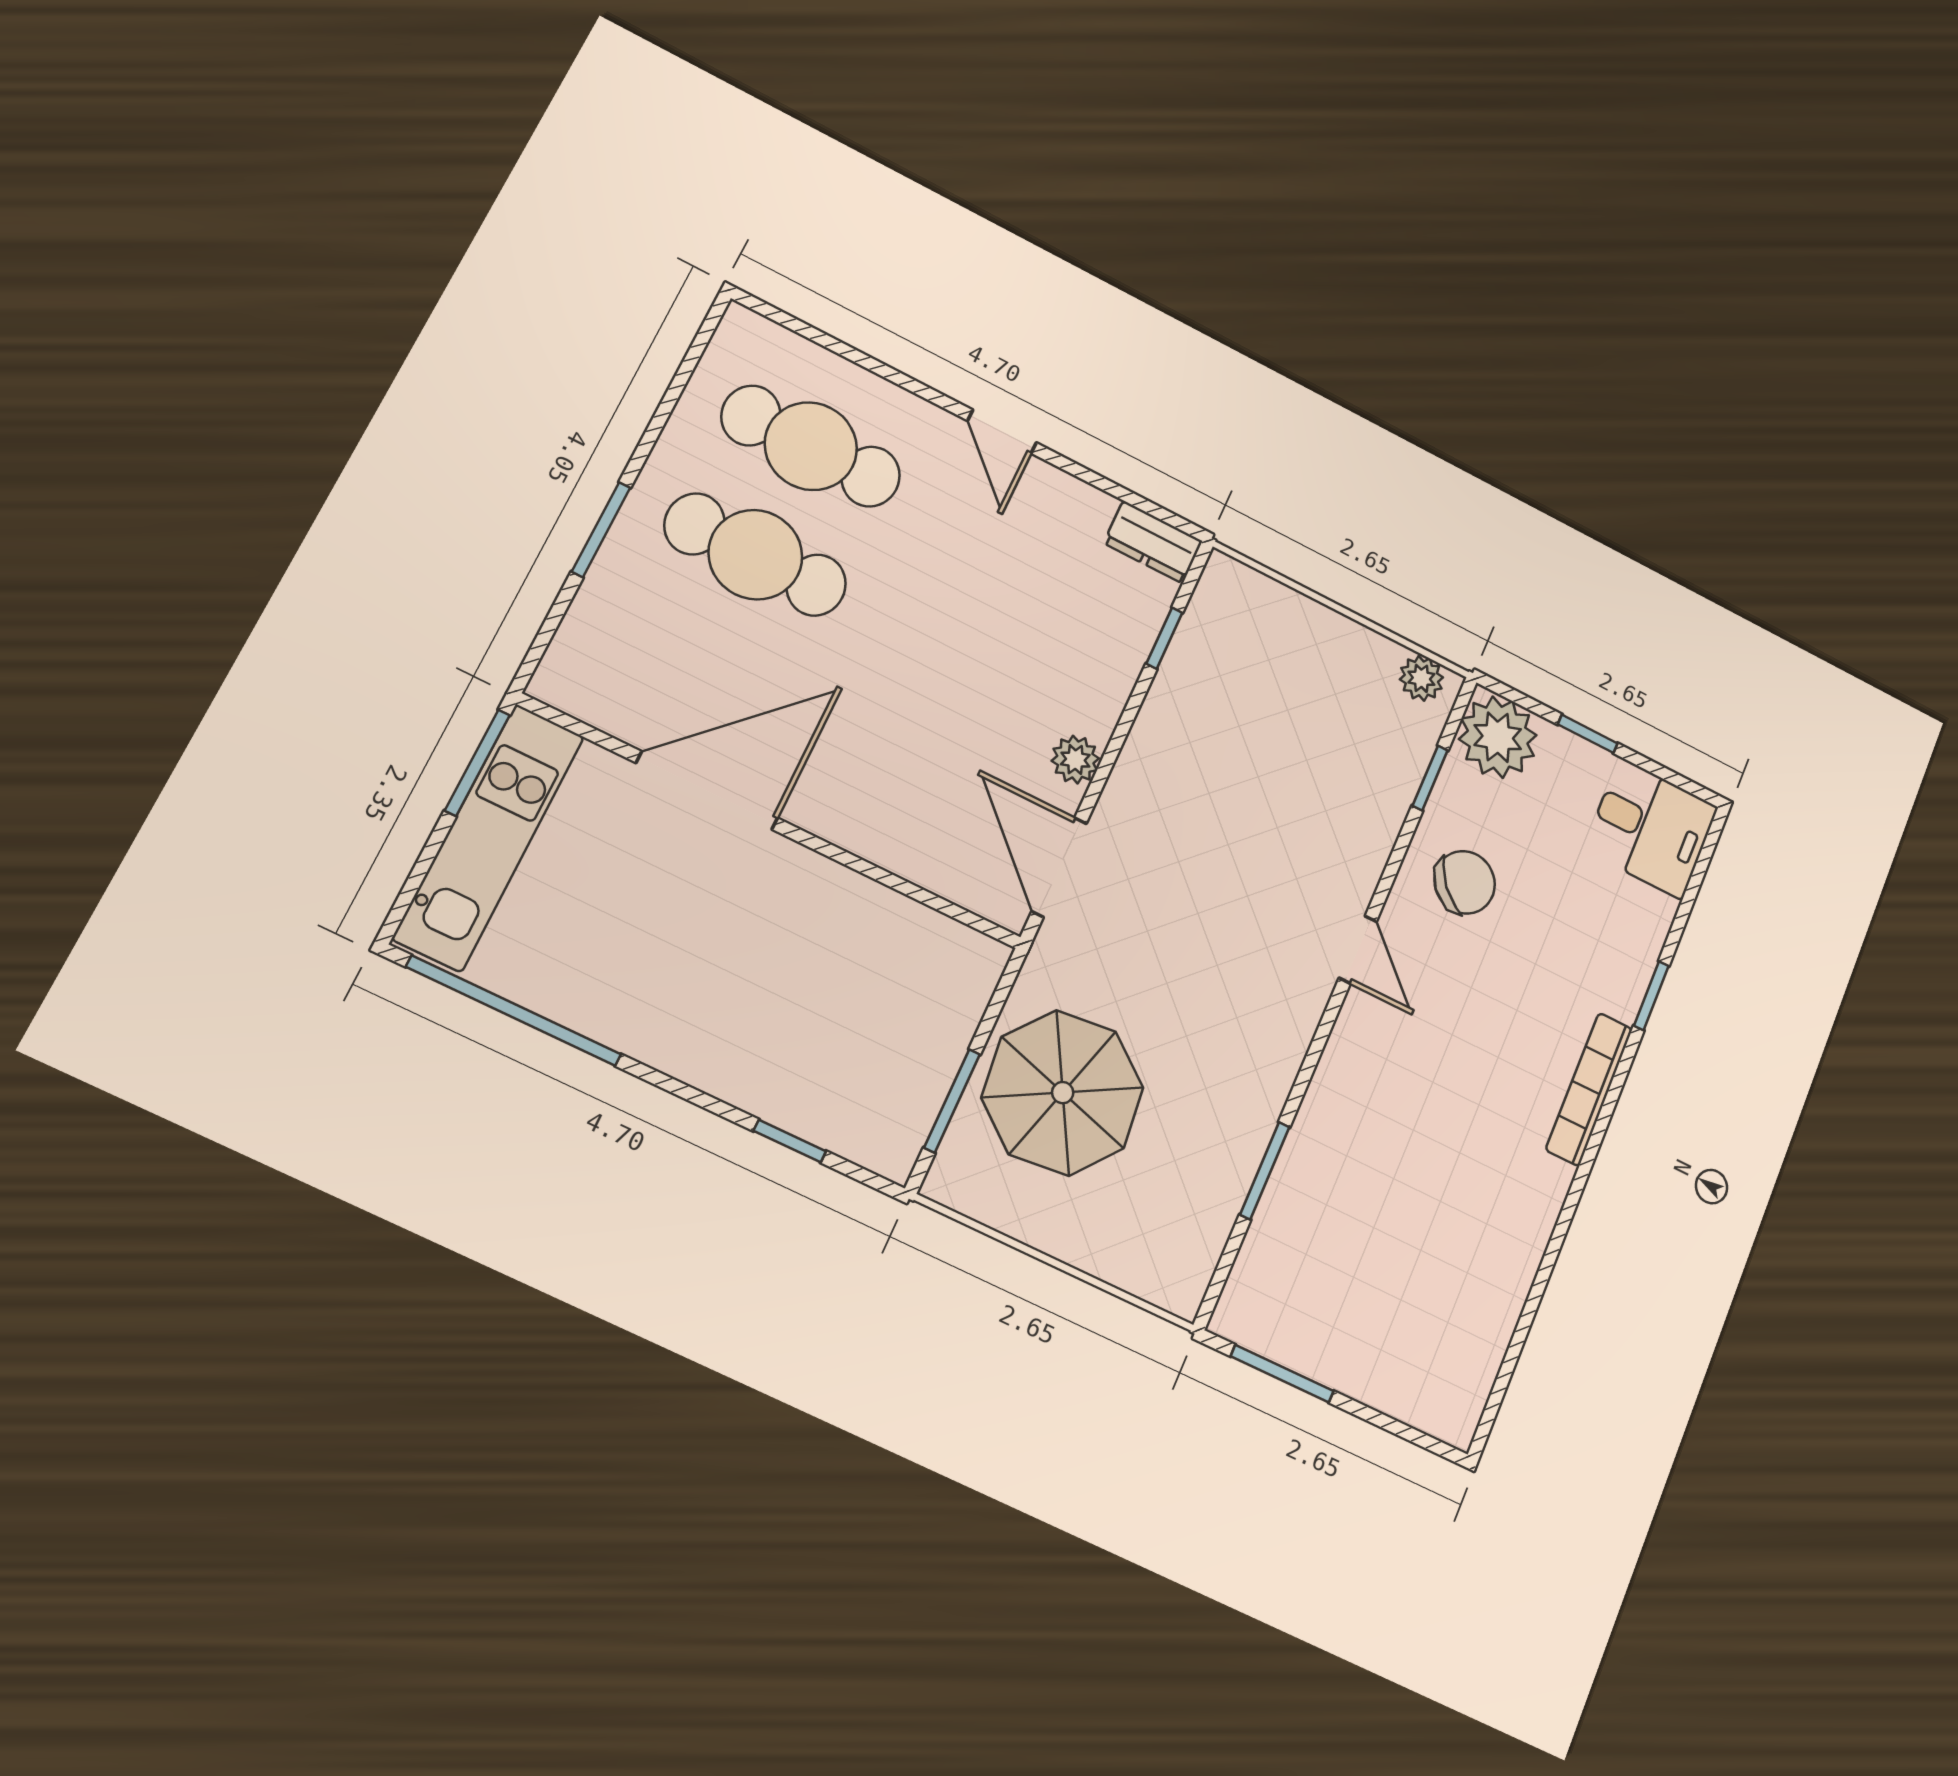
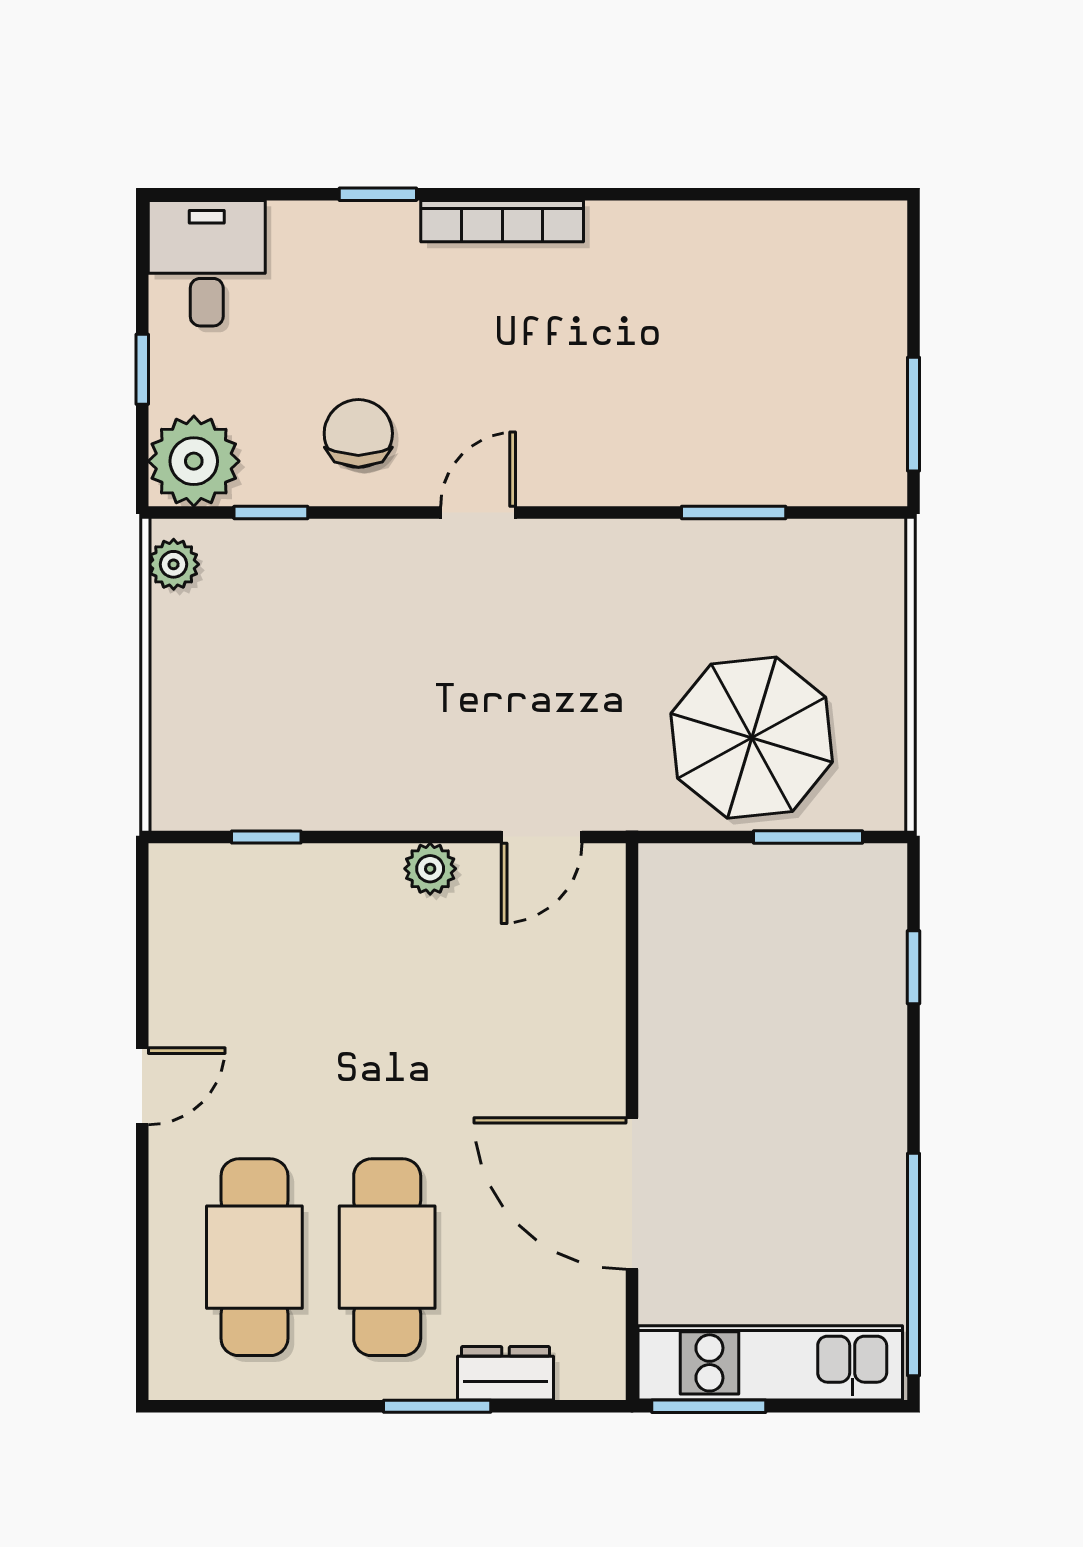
dresser: (1153, 542) -> (506, 1373), moved, turned -90
door: (1059, 867) -> (542, 837), width x0.73
chair: (1465, 882) -> (358, 433), turned 40

